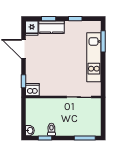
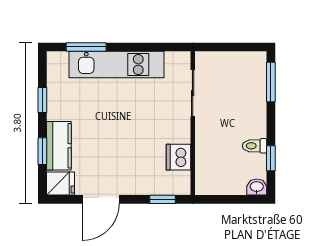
dishwasher: (32, 90) -> (178, 157), moved

